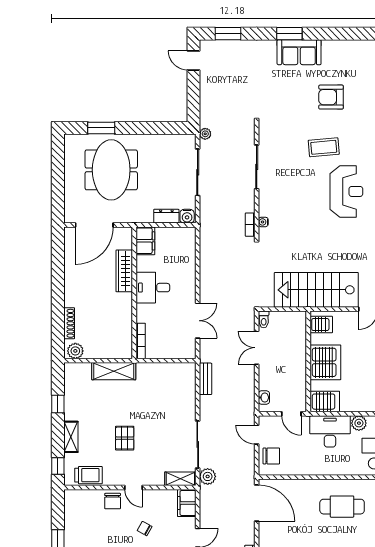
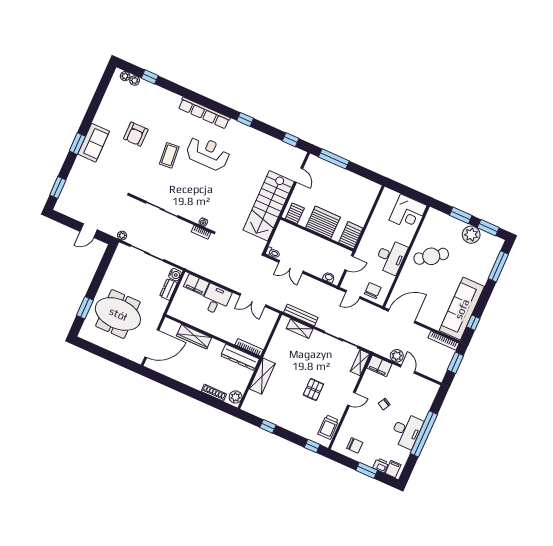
door: (194, 60) -> (89, 231), moved
door: (94, 225) -> (152, 344), hinge flipped
filing cabinet: (145, 241) -> (196, 285), moved, turned 180
desk: (153, 288) -> (216, 300), moved, turned 180
double door: (198, 321) -> (253, 300), swing flipped
dresser: (124, 335) -> (240, 357), added
bench: (205, 379) -> (301, 315), width x1.36
plant: (359, 423) -> (377, 218), removed
desk: (330, 431) -> (391, 257), moved, turned 180
shelving: (71, 437) -> (300, 329), moved
pallet: (125, 438) -> (313, 390), turned 90
trolley: (88, 475) -> (328, 427), turned 180
plant: (208, 476) -> (397, 356), moved
chair: (113, 501) -> (355, 445), moved
cafe table: (342, 507) -> (431, 256), turned 55

